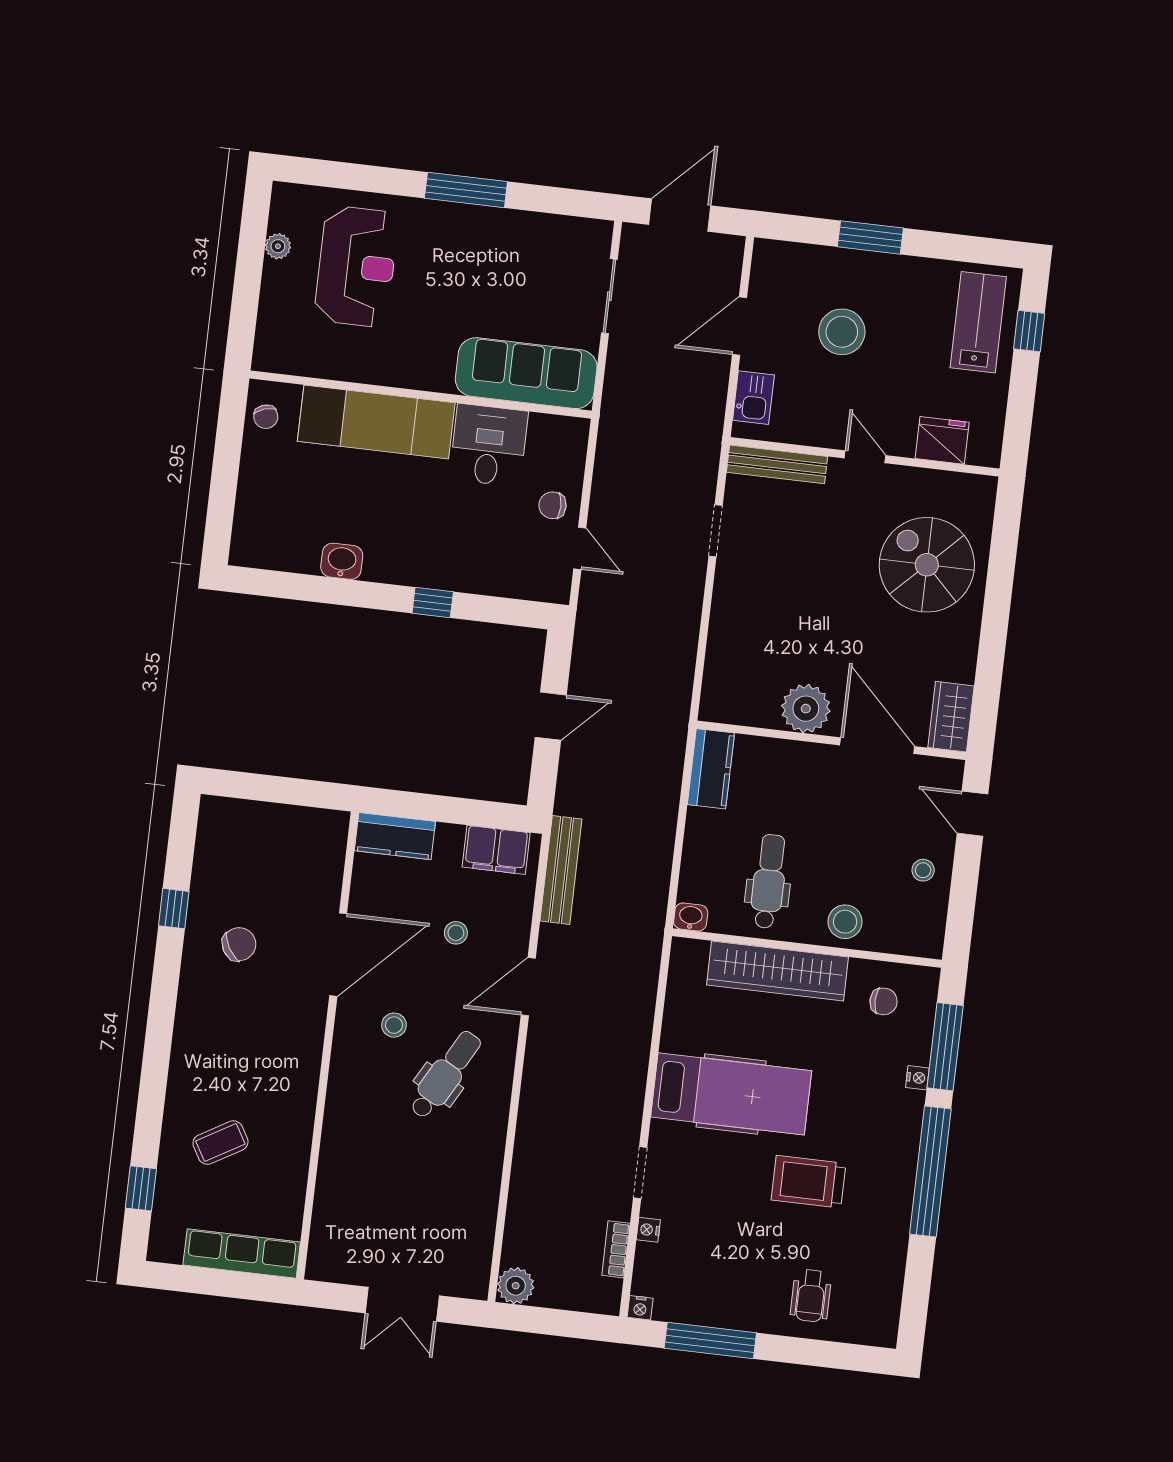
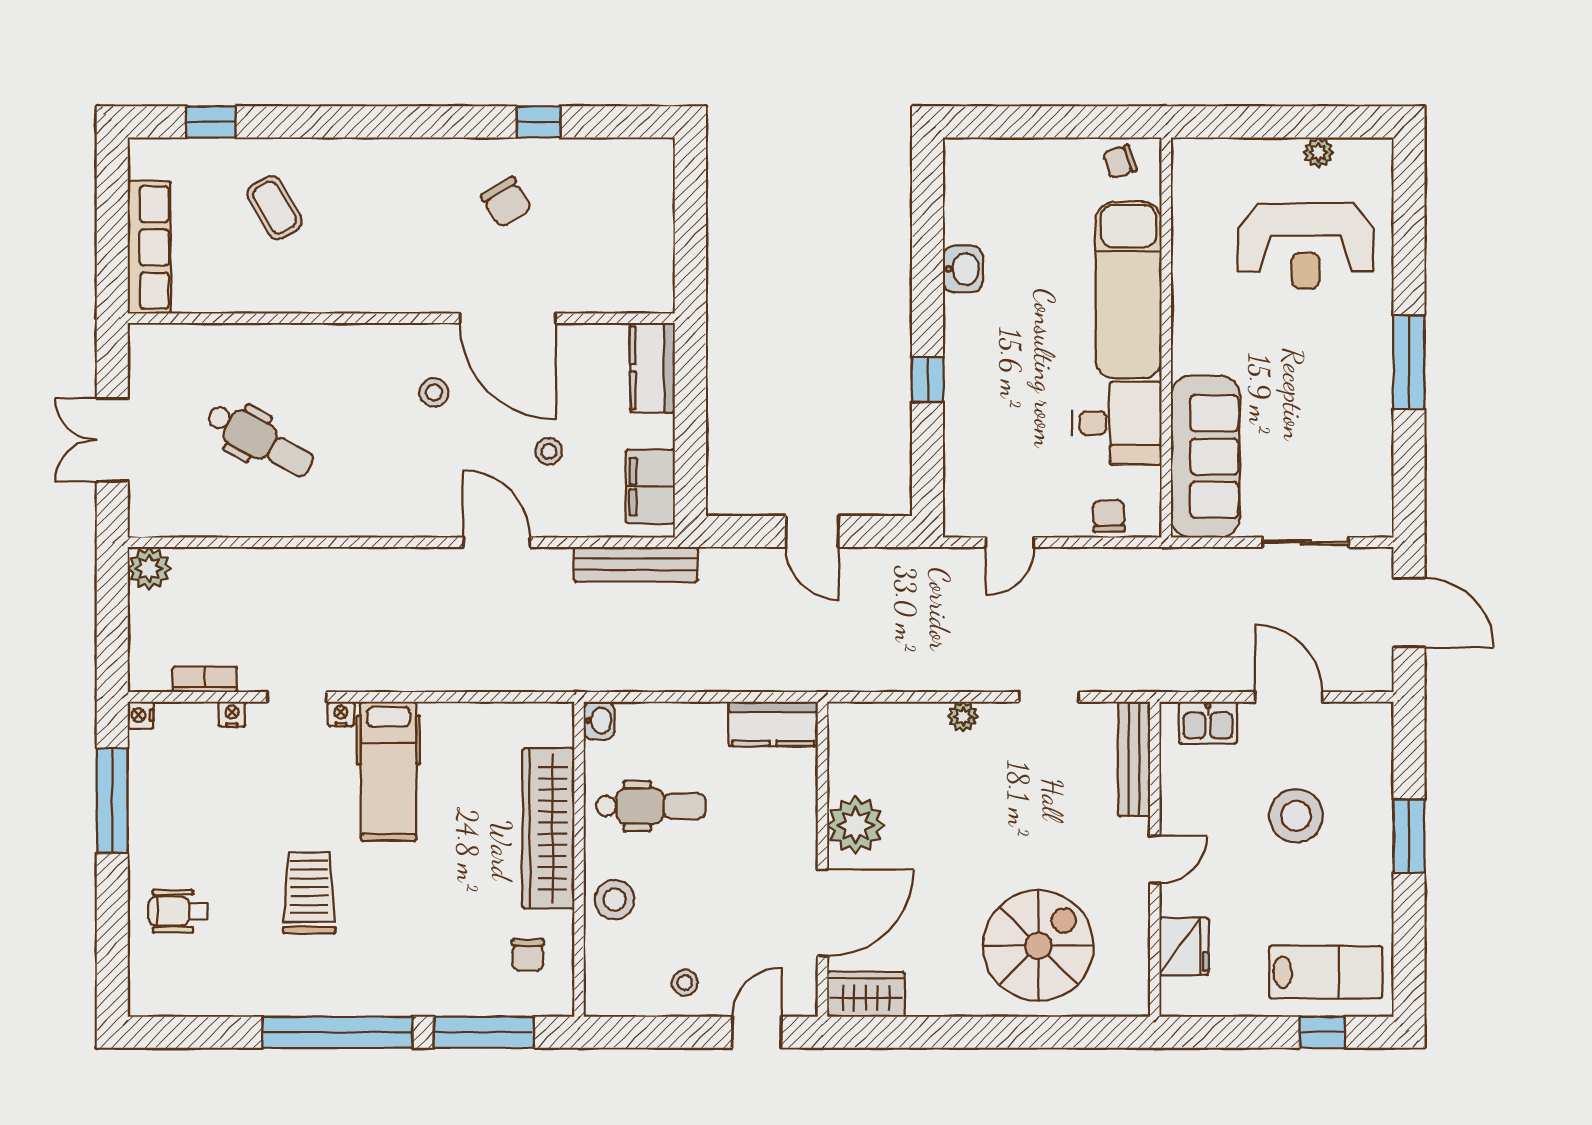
chair: (553, 505) -> (1109, 516), moved
plant: (724, 606) -> (963, 716), added
dental chair: (445, 1075) -> (260, 440), moved
nightstand: (917, 1078) -> (341, 714), moved, turned 180
hospital bed: (731, 1094) -> (388, 771), width x0.73, depth x0.78

